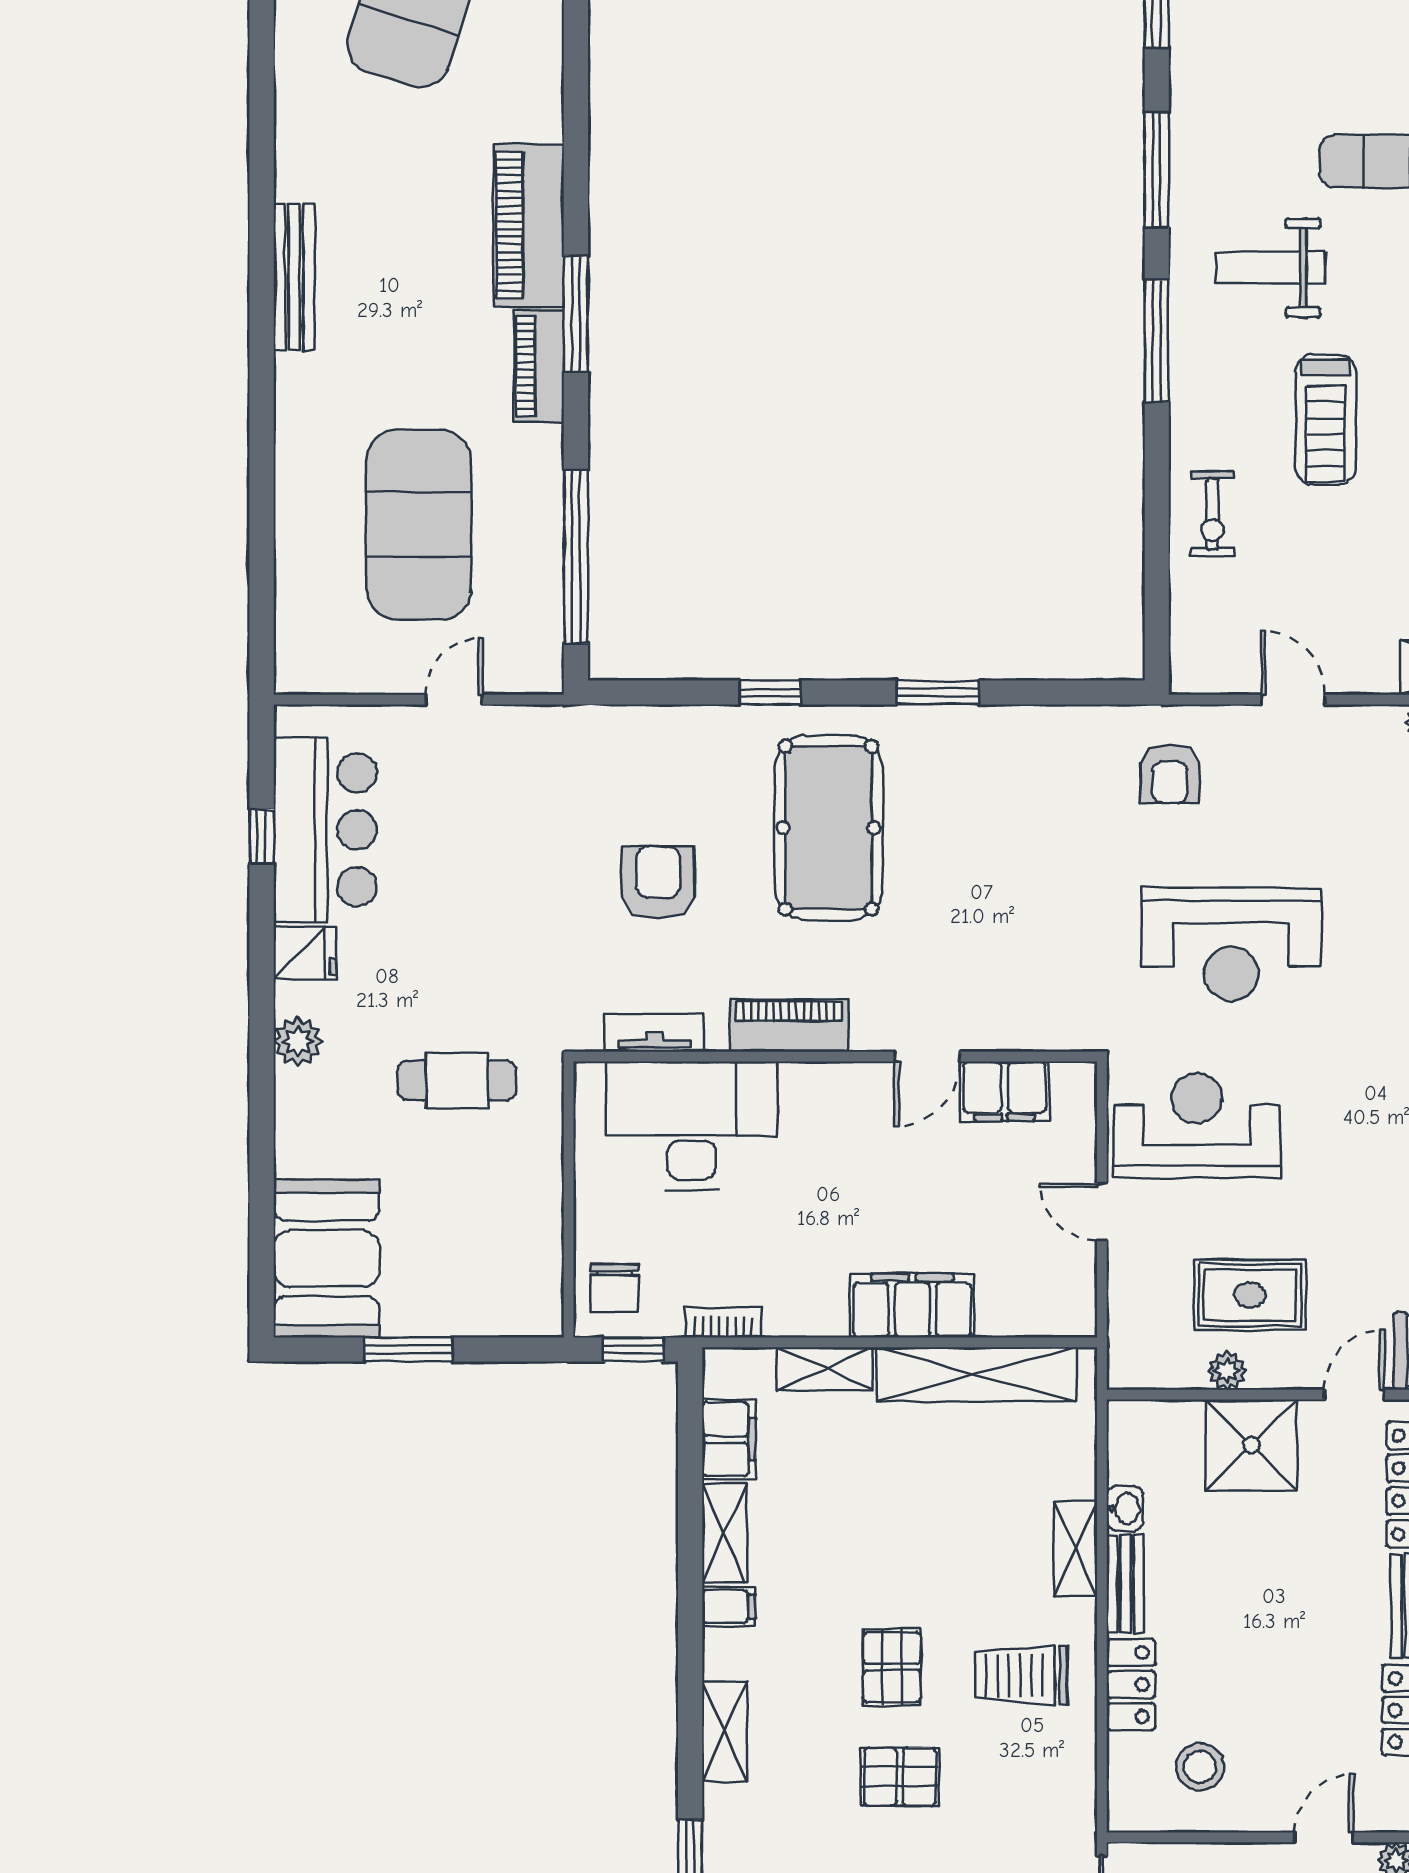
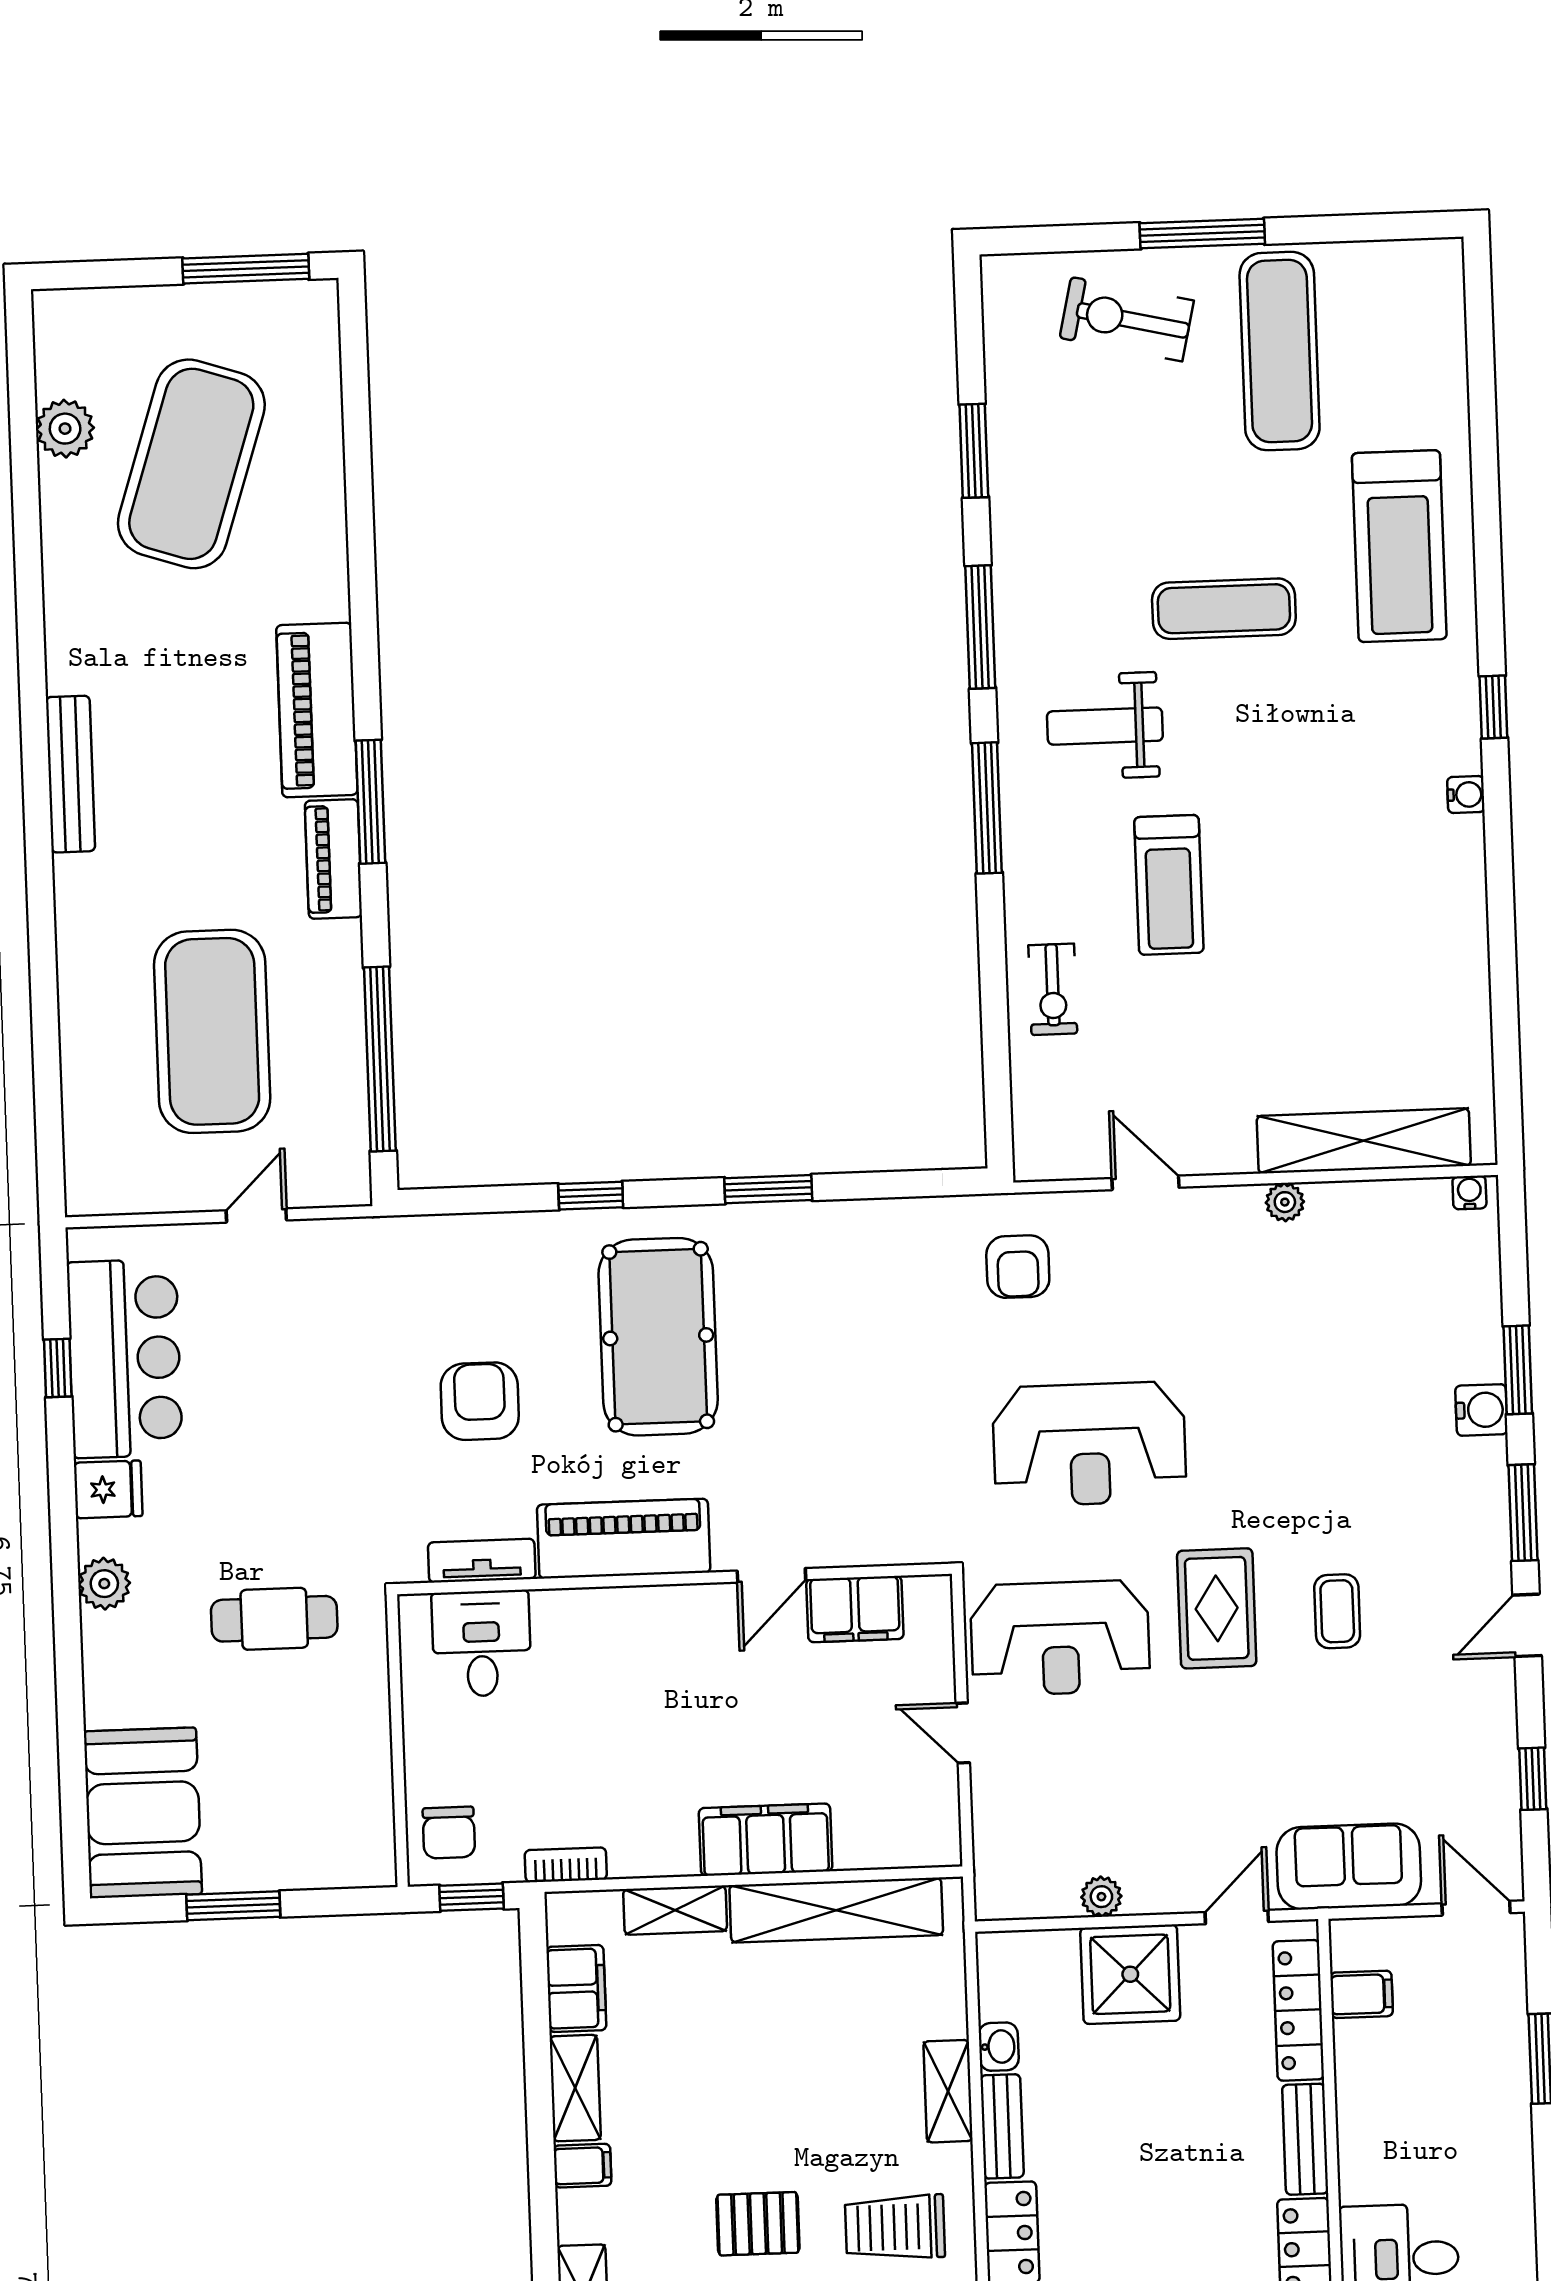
piano: (789, 1025) -> (624, 1539), width x1.37, depth x1.33
desk: (691, 1126) -> (482, 1644), width x0.53, depth x0.77
reception desk: (1197, 1126) -> (1060, 1638), turned 180
rug: (1250, 1295) -> (1217, 1608), moved, turned 90
pallet: (892, 1667) -> (758, 2224), turned 90

